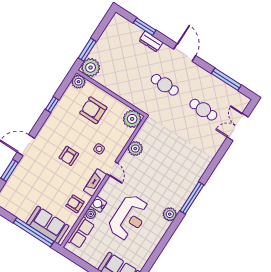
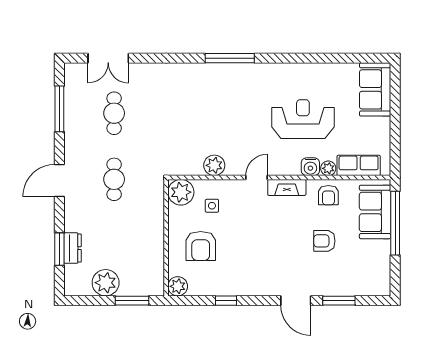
dresser: (151, 41) -> (72, 248), moved
plant: (91, 68) -> (106, 283), moved
side table: (99, 149) -> (212, 206), moved
armchair: (69, 156) -> (324, 241), moved, turned 180
plant: (170, 214) -> (267, 72), removed

